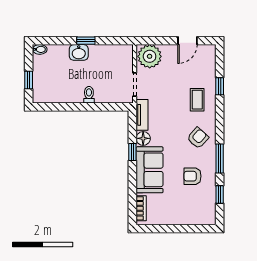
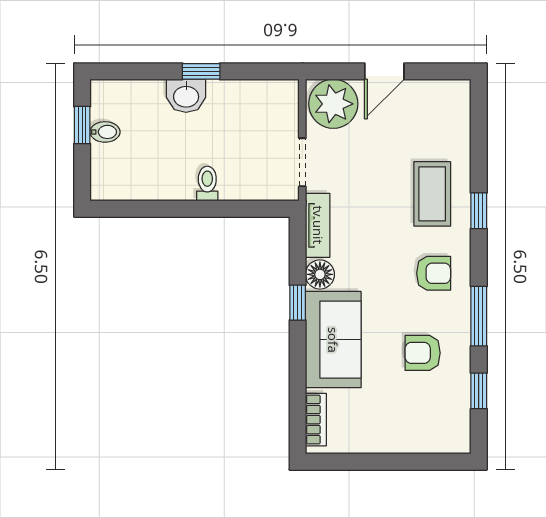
door: (187, 41) -> (384, 71), moved
bidet: (40, 49) -> (105, 132), moved
window: (29, 80) -> (82, 125), moved
window: (220, 86) -> (479, 211), moved
coffee table: (197, 100) -> (432, 194), width x1.36, depth x1.30
armchair: (198, 138) -> (434, 273), turned 48

